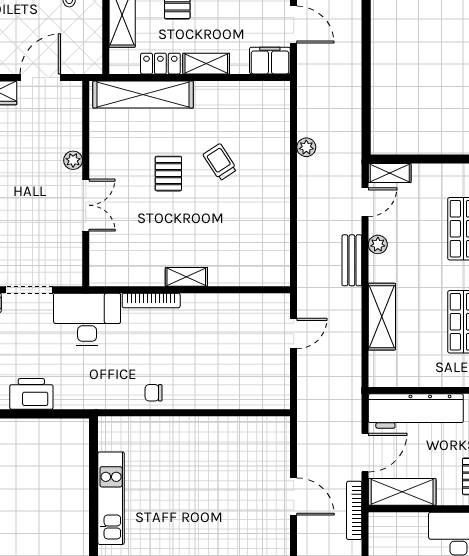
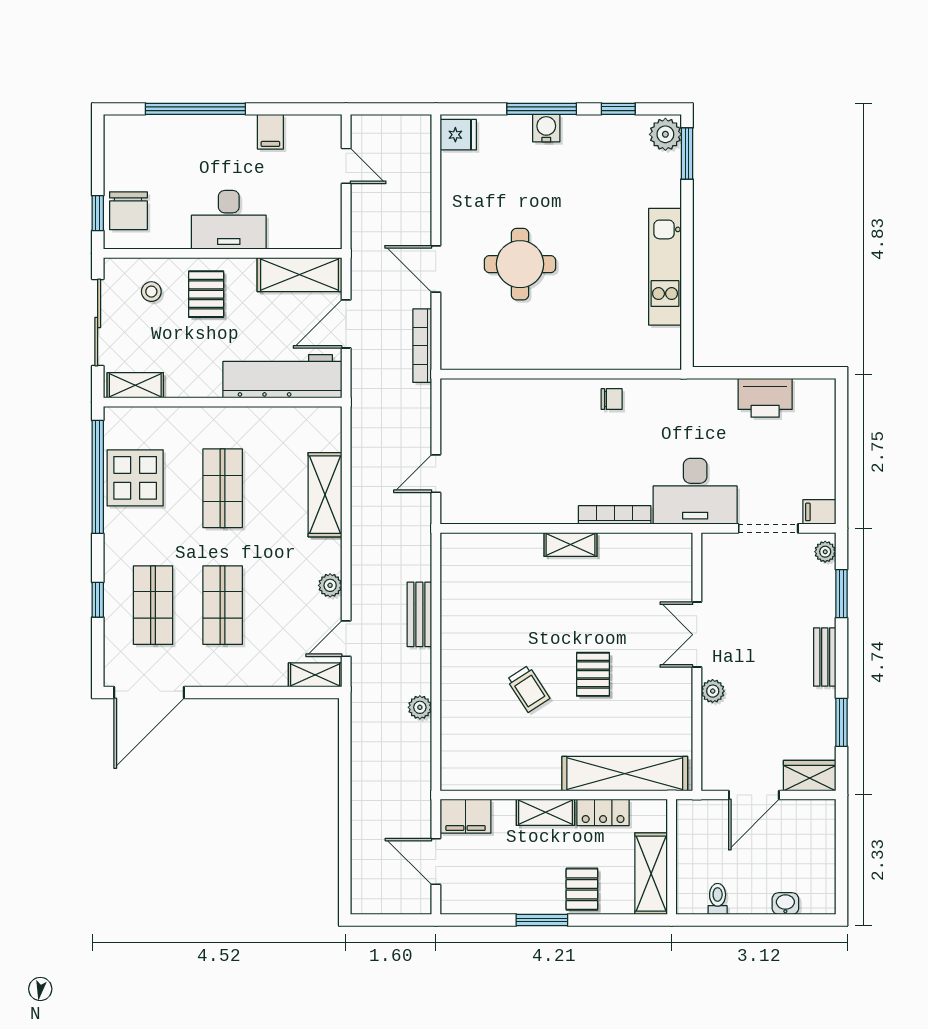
bench: (352, 260) -> (419, 614), moved
round table: (227, 500) -> (520, 264), added
bookcase: (354, 510) -> (422, 346), moved, turned 180

